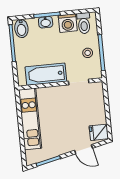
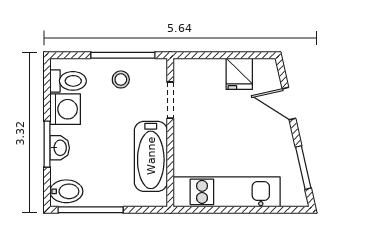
fridge: (99, 132) -> (239, 74), moved
door: (84, 149) -> (289, 104), swing flipped

